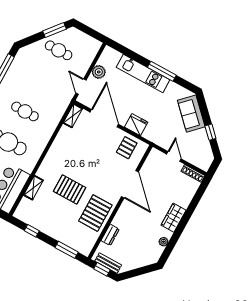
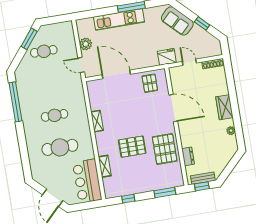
shelving: (73, 116) -> (97, 121), moved
fridge: (136, 125) -> (167, 57), moved

